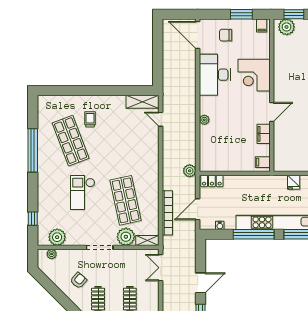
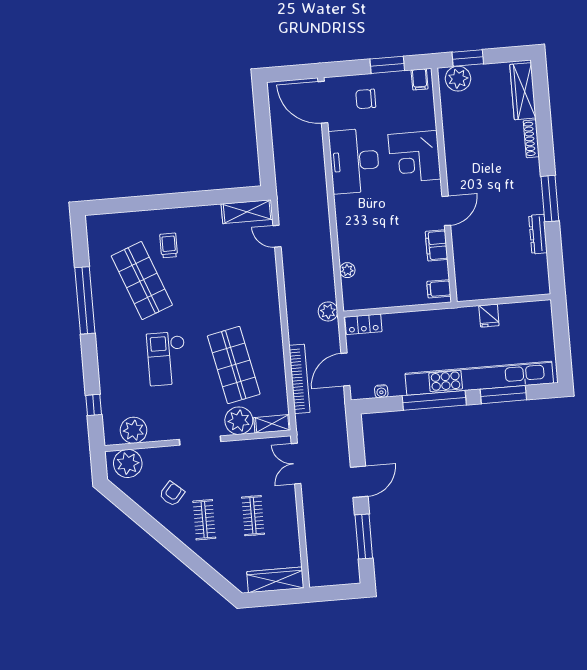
plant: (204, 120) -> (347, 270), moved
plant: (52, 254) -> (128, 464), width x1.88, depth x1.88

